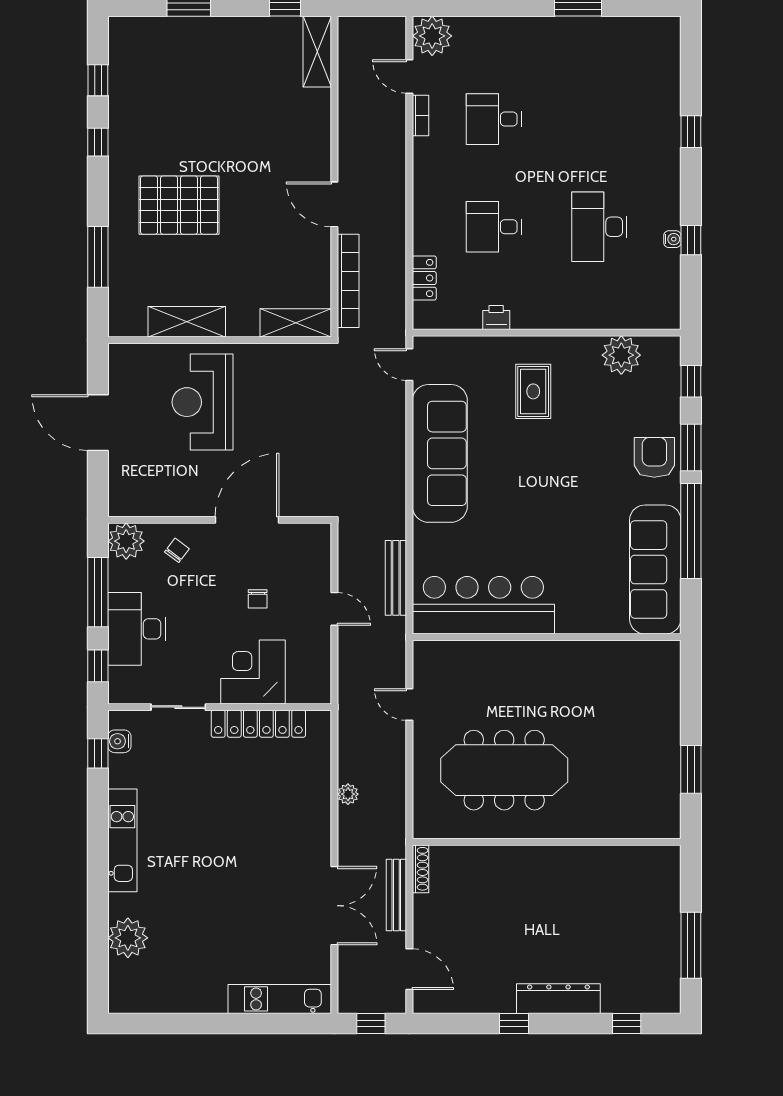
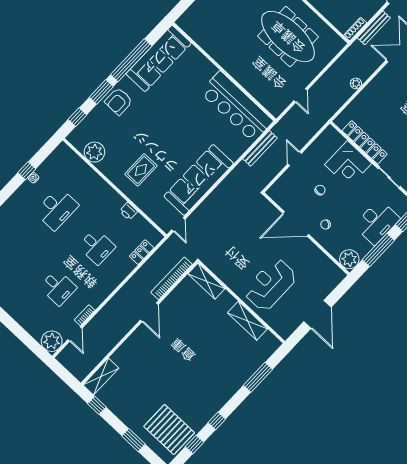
pallet: (179, 205) -> (169, 430), moved
reception desk: (203, 402) -> (270, 285), turned 180
chair: (177, 550) -> (326, 224), moved

